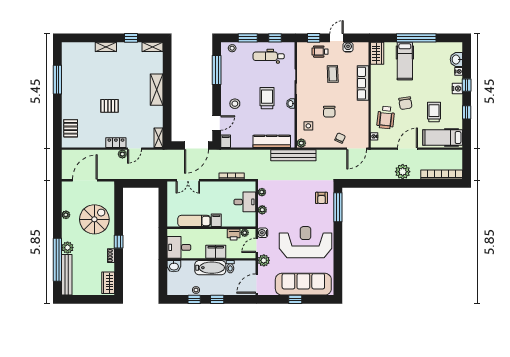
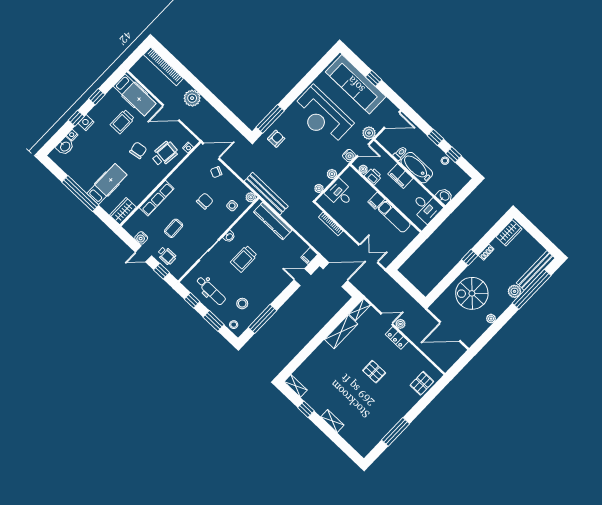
shelving: (157, 90) -> (341, 332), moved
stool: (235, 104) -> (242, 304), moved

